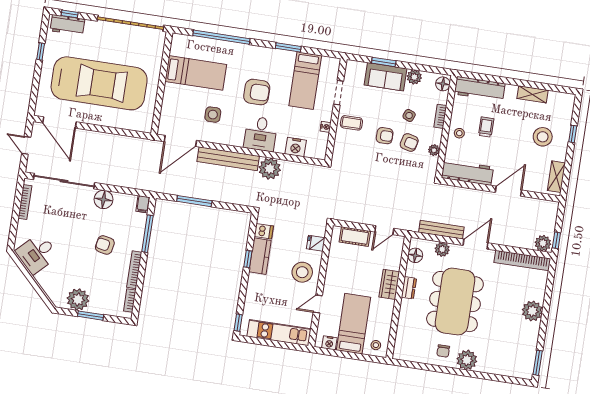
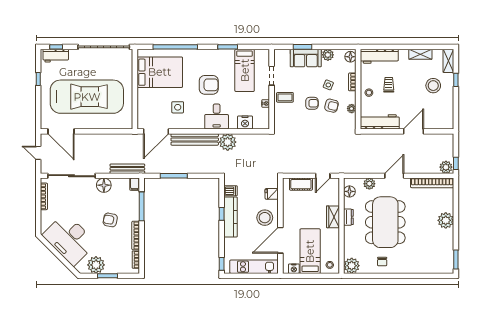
bed: (196, 73) -> (160, 72), width x1.50
shelving: (556, 177) -> (448, 61), moved
bench: (441, 230) -> (127, 169), moved
desk: (37, 253) -> (69, 239), width x1.87, depth x1.30
kitchen counter: (260, 256) -> (230, 217), width x1.50
door: (318, 304) -> (280, 240), width x1.87
plant: (467, 360) -> (352, 266), moved

